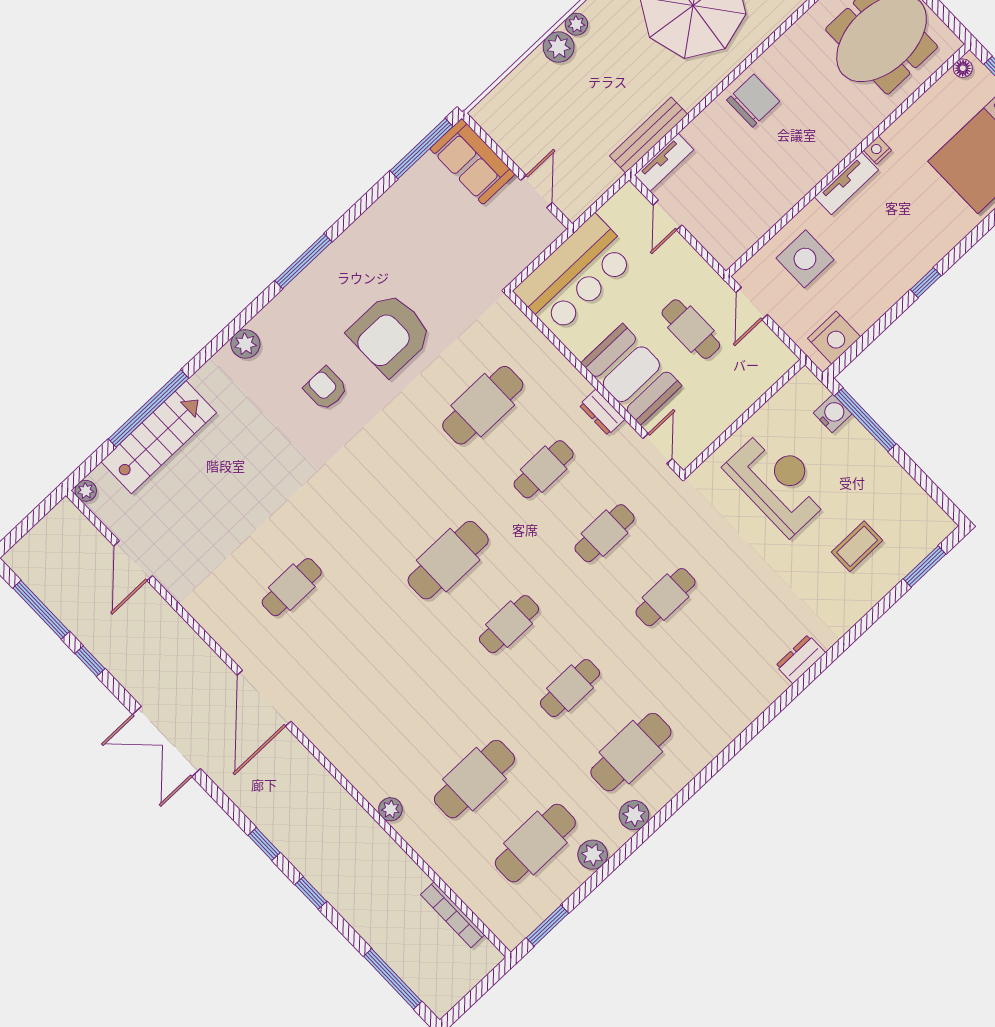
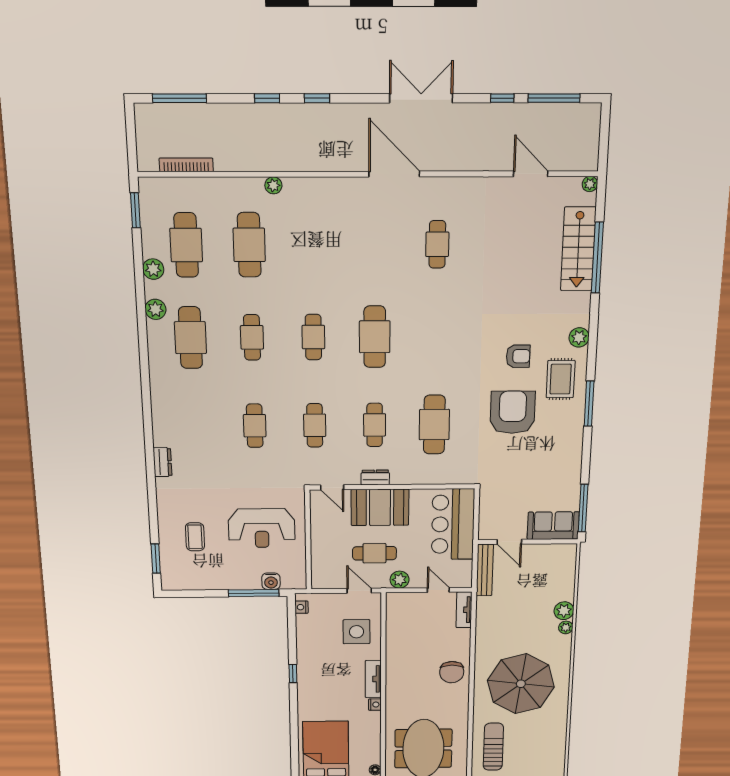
bench: (649, 135) -> (485, 570), moved
plant: (696, 271) -> (400, 580), added
rug: (307, 319) -> (561, 379), added
nightstand: (834, 338) -> (302, 607), width x0.53, depth x0.56

